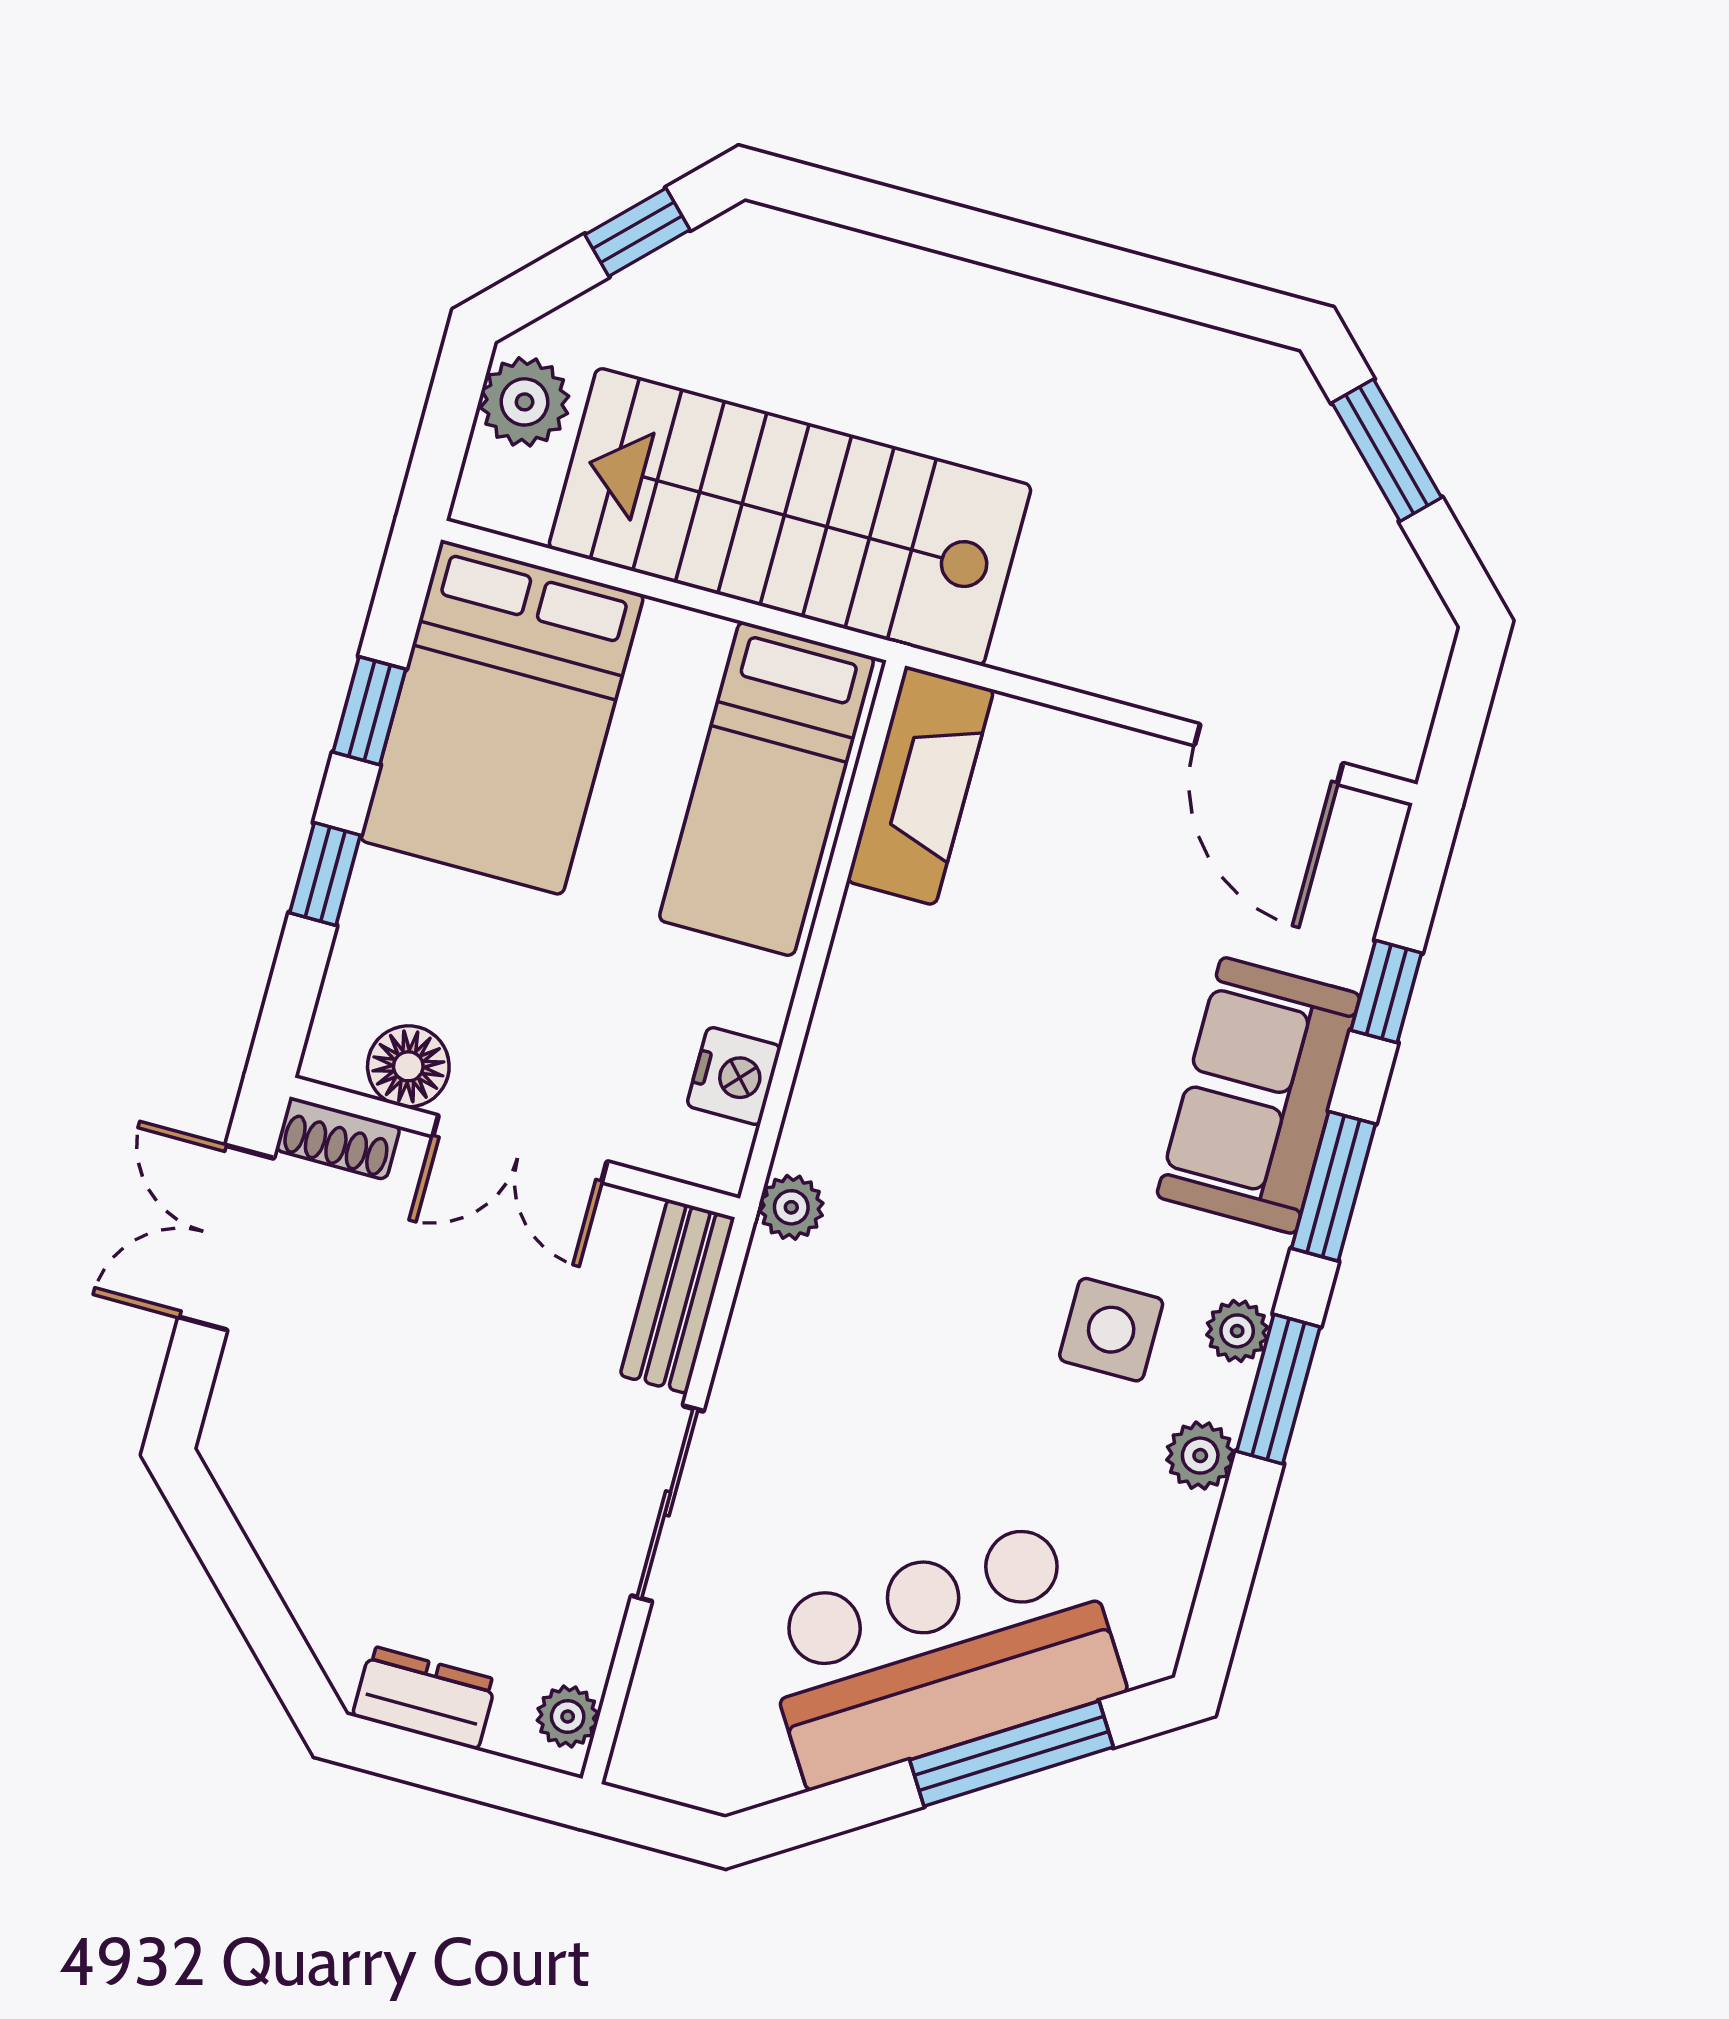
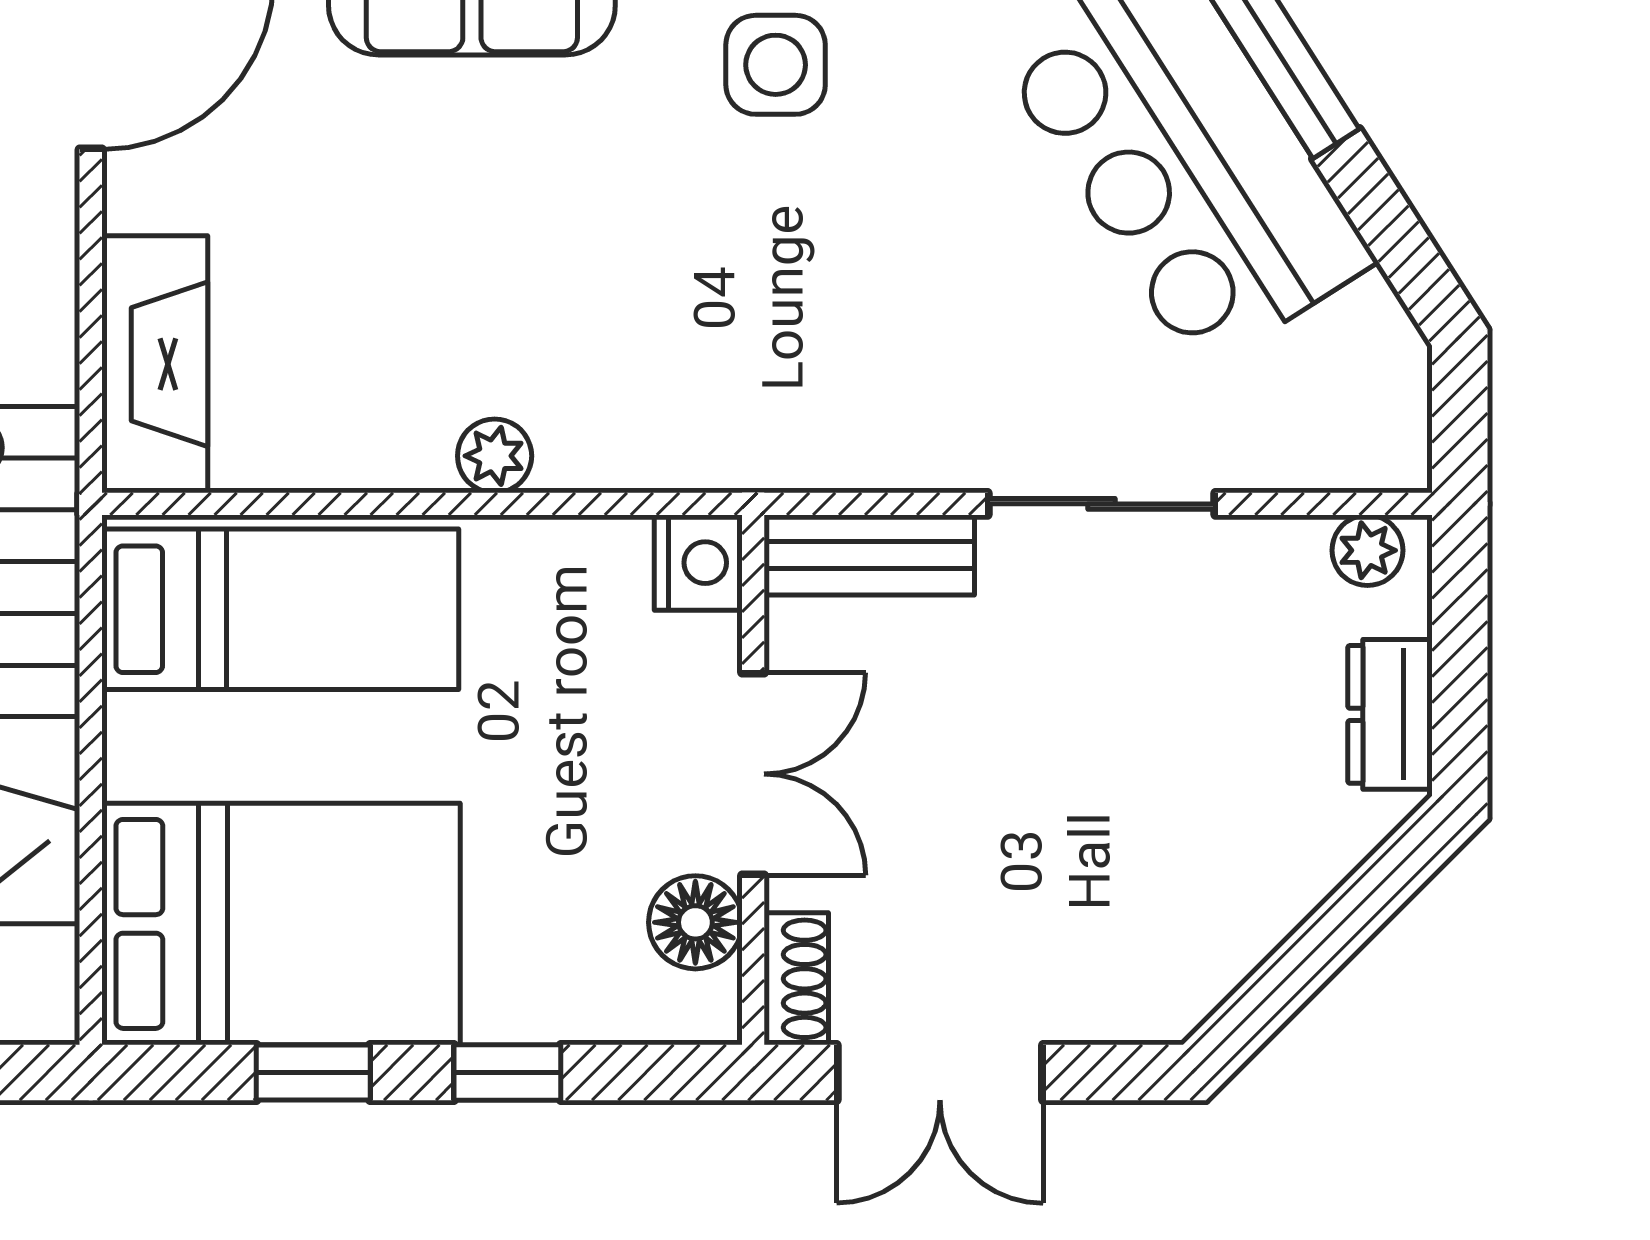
fireplace: (920, 786) -> (155, 364), moved, turned 90
nightstand: (734, 1076) -> (698, 563), moved, turned 90
plant: (791, 1207) -> (495, 456), moved

